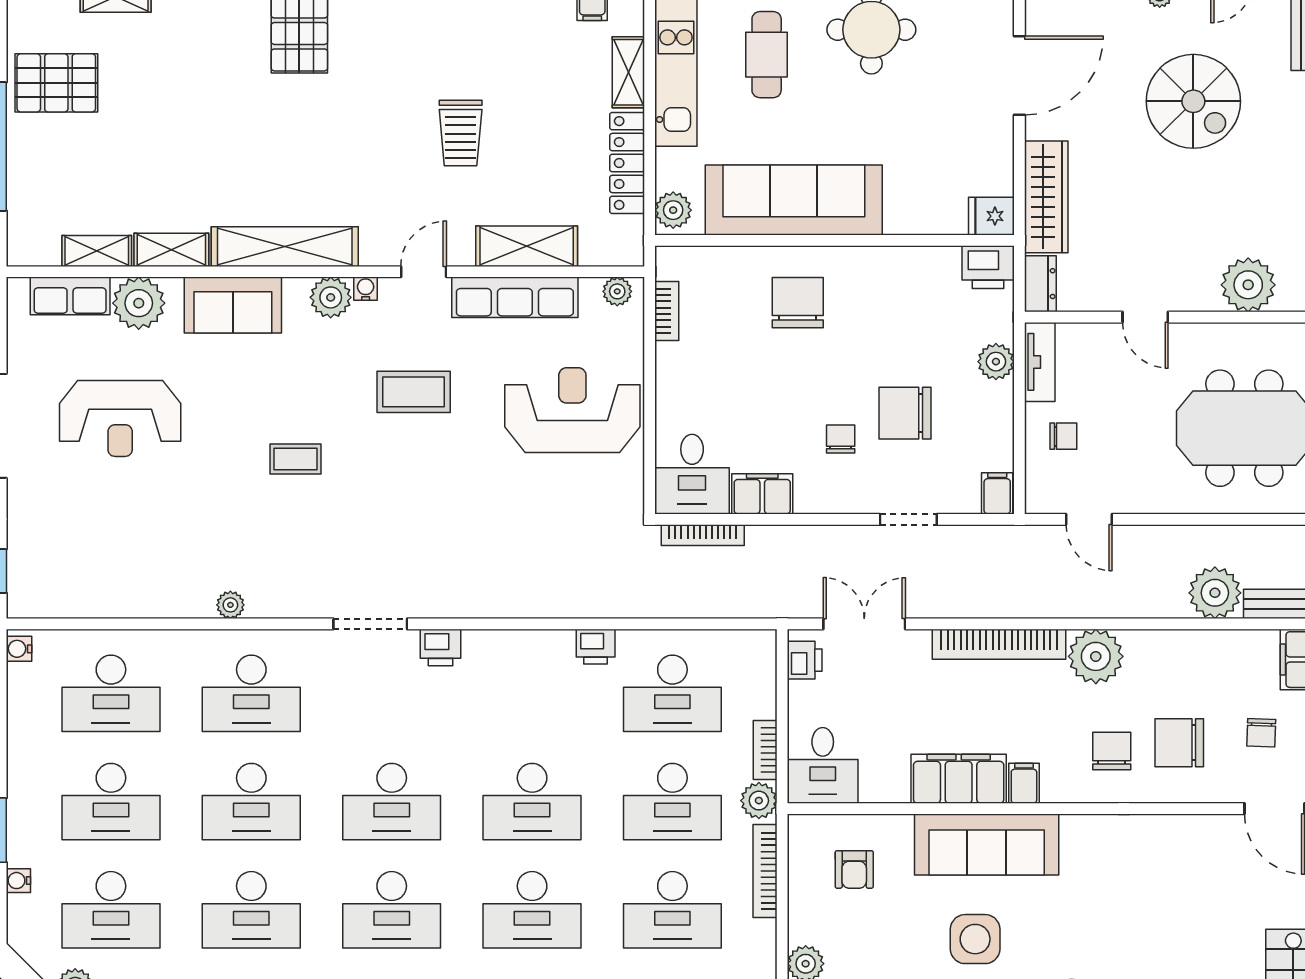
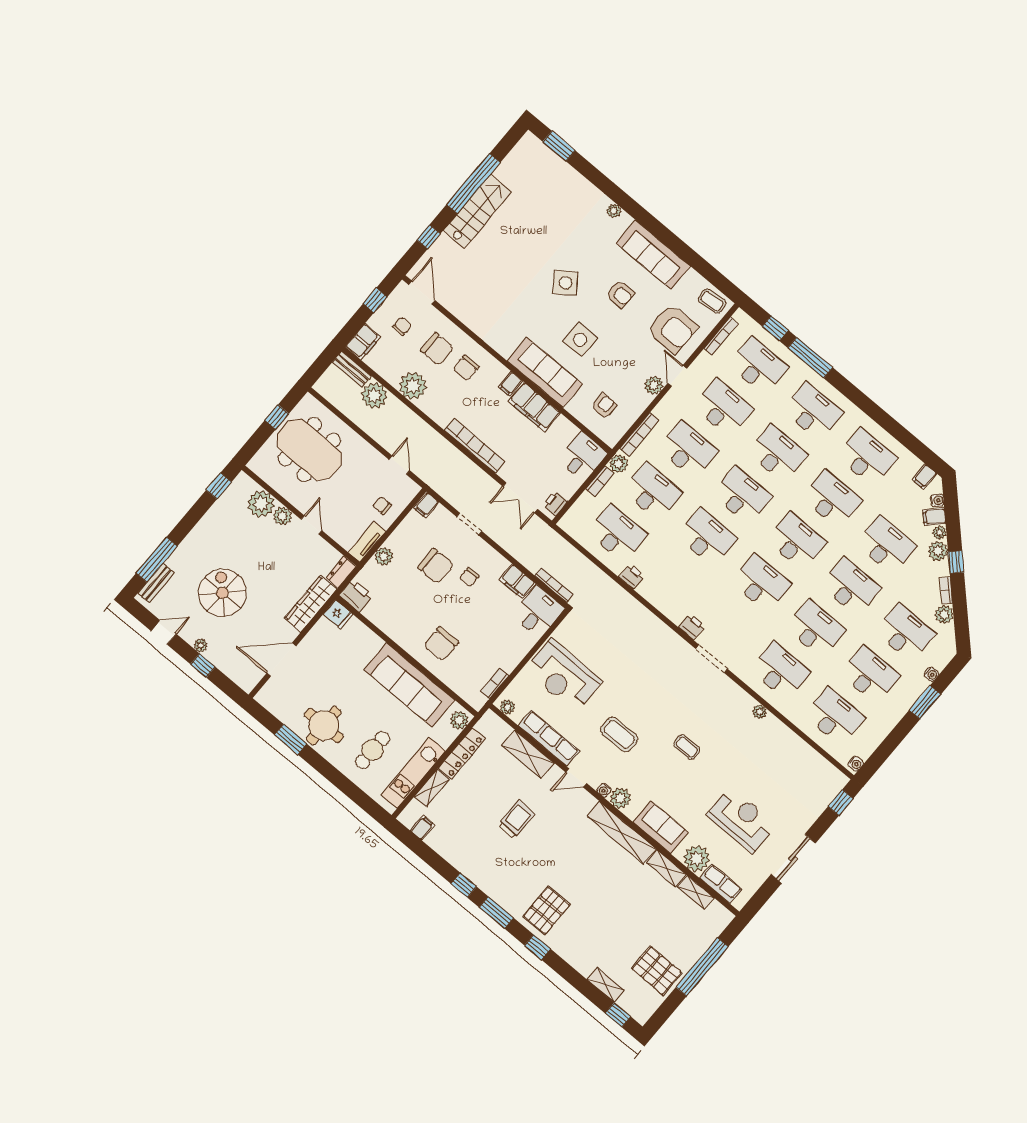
plant: (1200, 294) -> (283, 516), added
plant: (1096, 656) -> (413, 386), moved

